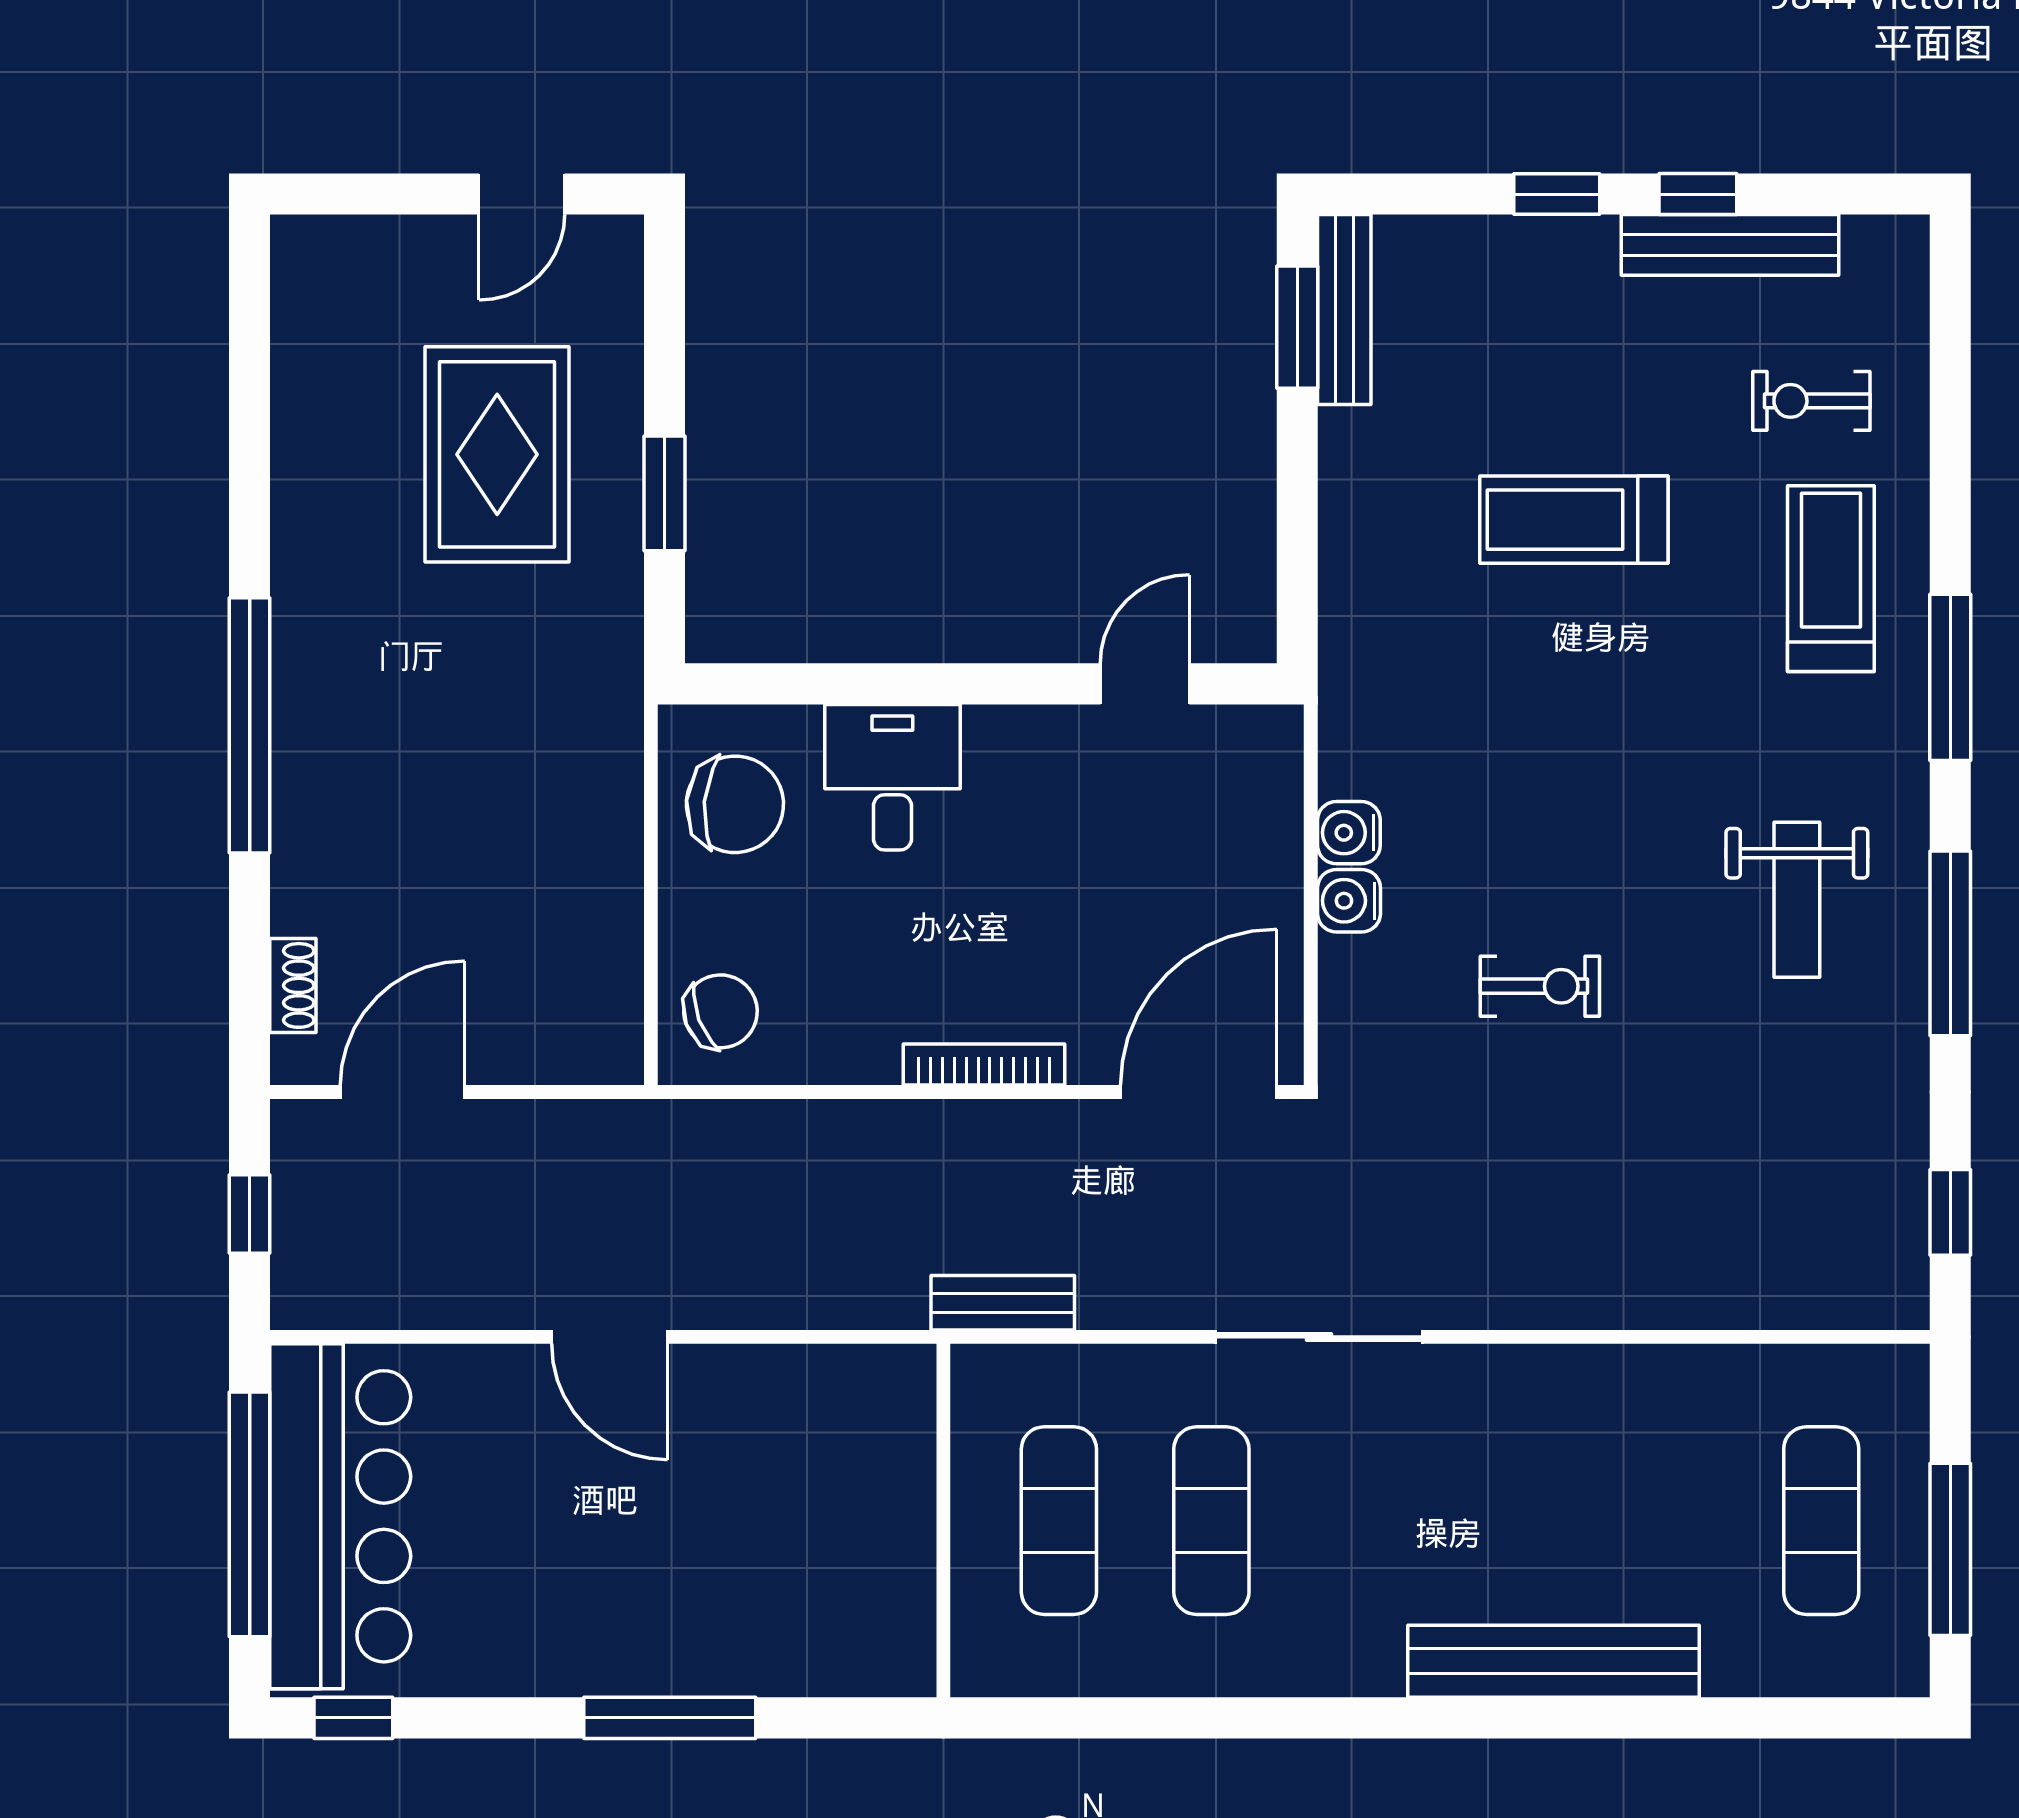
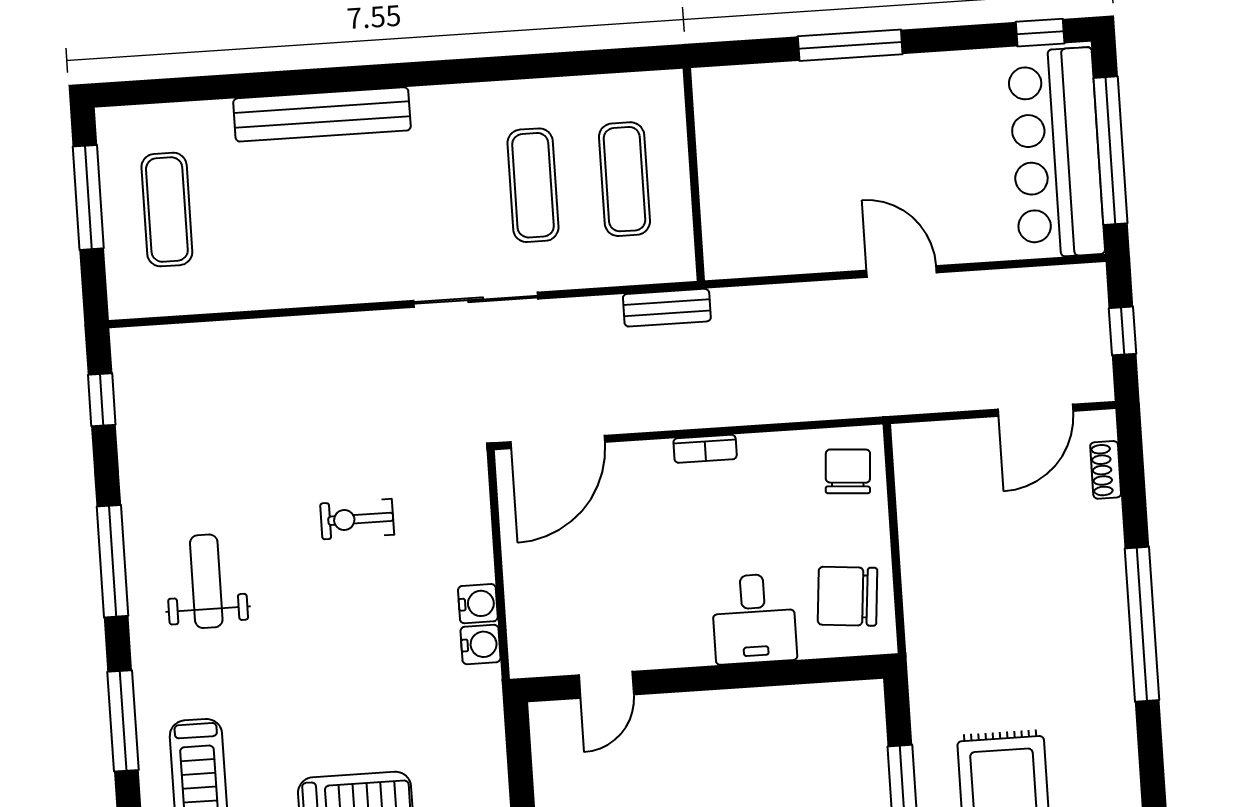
water cooler: (1349, 901) -> (481, 644), moved
chair: (721, 1011) -> (848, 471), turned 115
bookcase: (984, 1065) -> (705, 449), width x0.64

